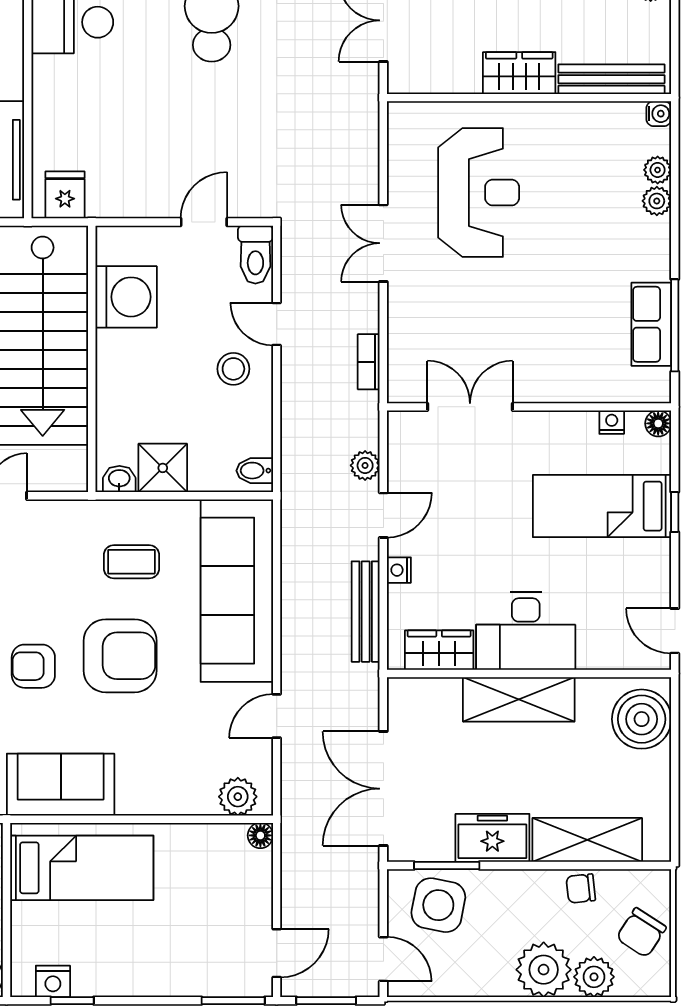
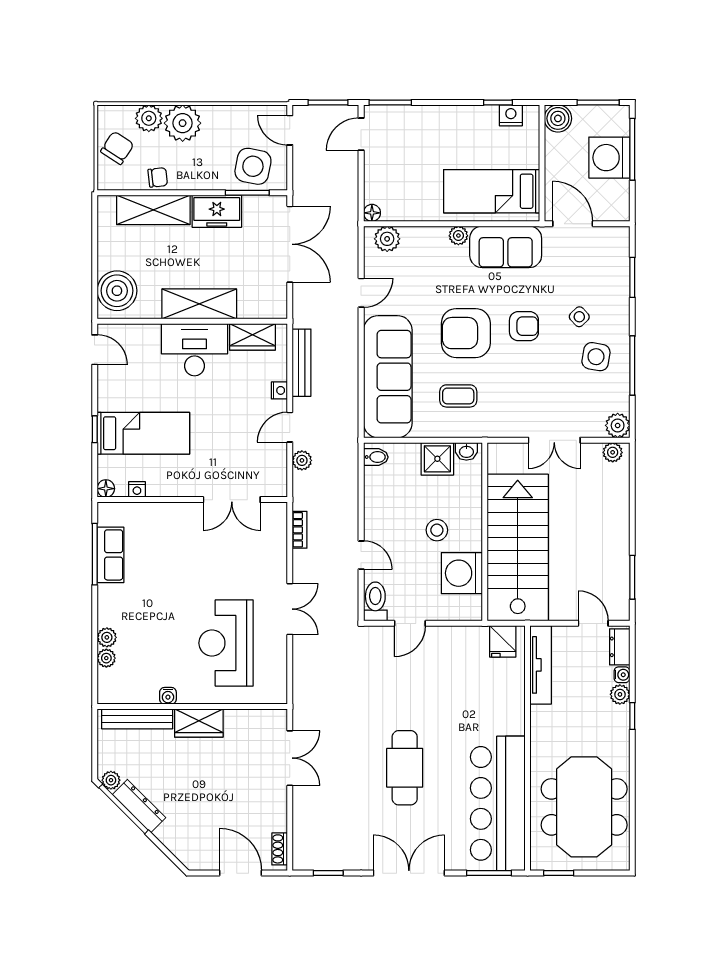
water cooler: (659, 114) -> (168, 696), moved, turned -90
stool: (233, 369) -> (437, 530), moved
plant: (131, 802) -> (458, 236), added

